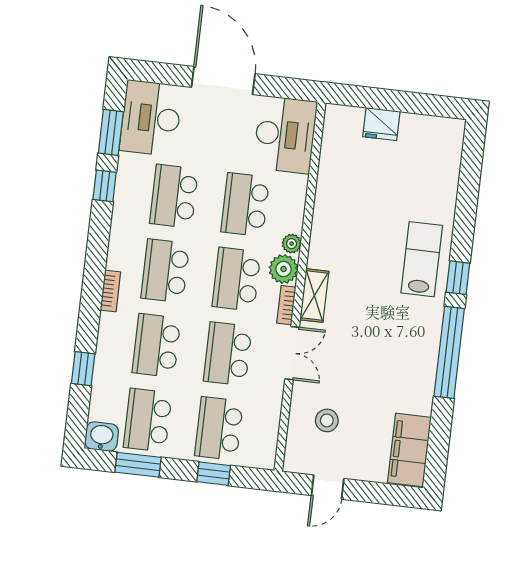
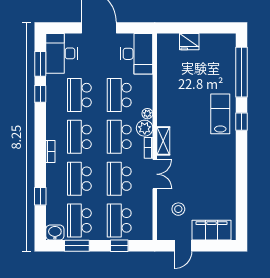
window: (449, 352) -> (241, 72), moved
filing cabinet: (409, 450) -> (212, 230), moved, turned 90

